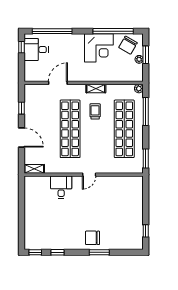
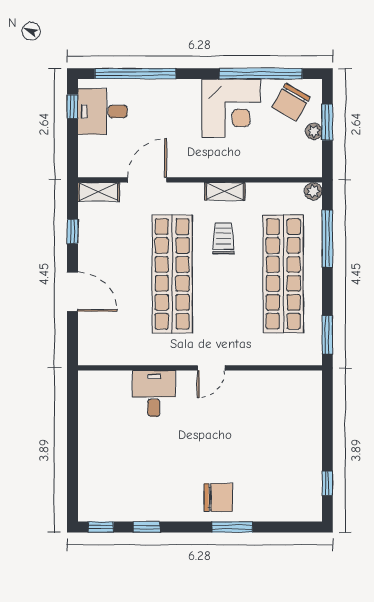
shelving: (34, 169) -> (99, 192), moved
chair: (93, 238) -> (218, 498), turned 180

